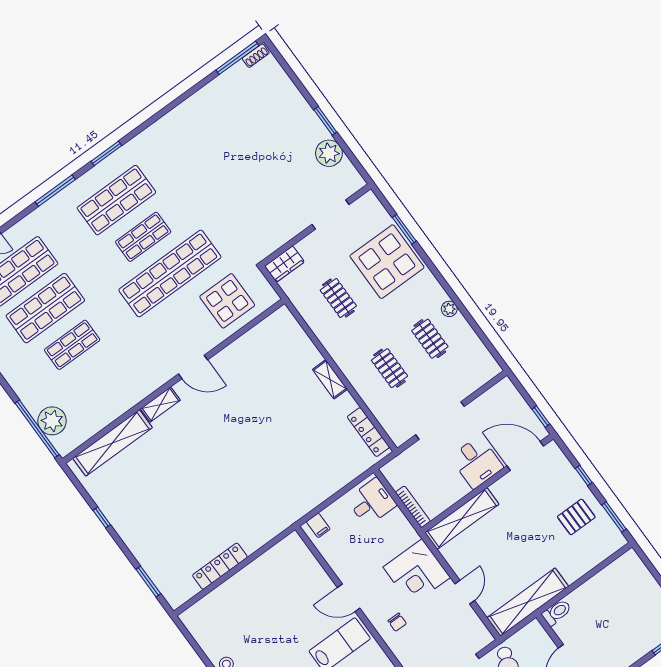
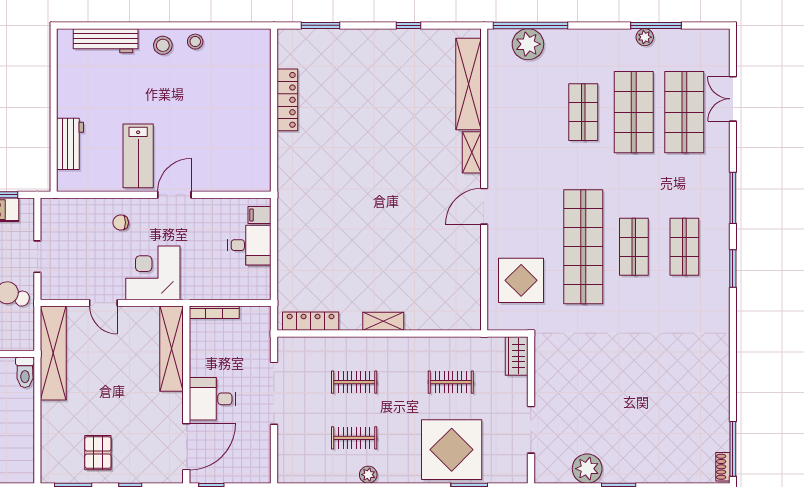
shop shelf: (116, 200) -> (684, 247), width x0.70, depth x0.74
desk: (372, 502) -> (249, 245), moved, turned -90

